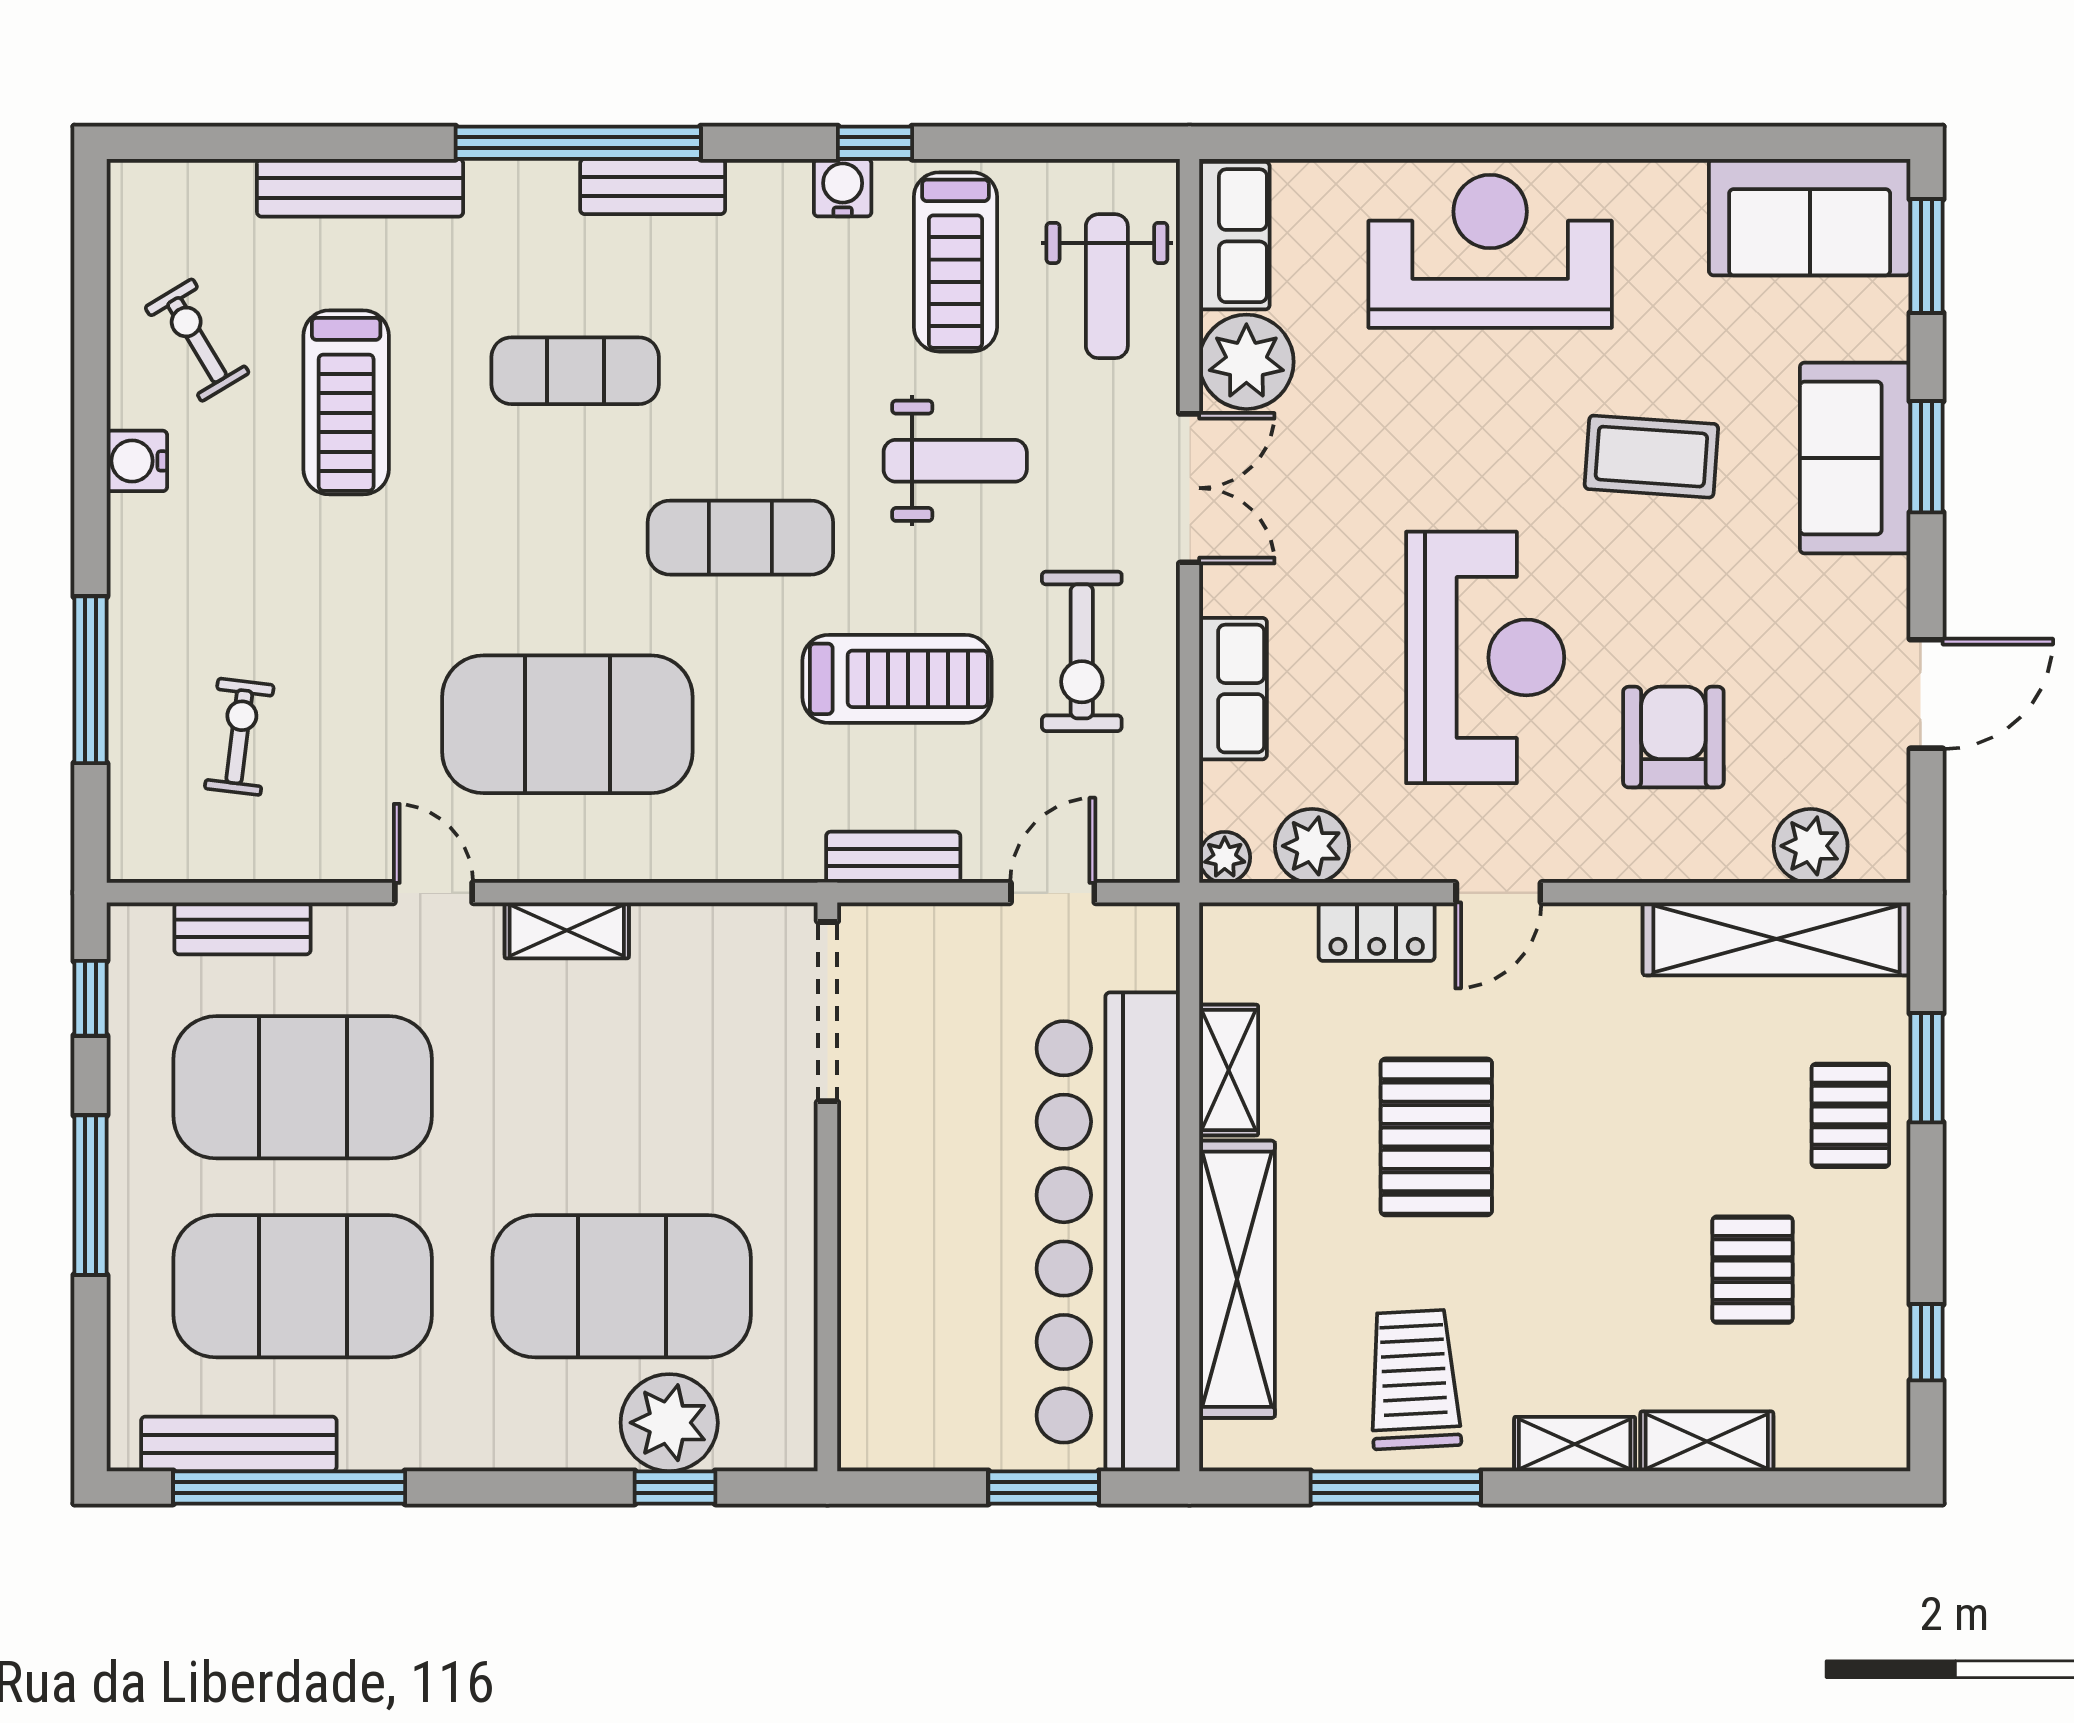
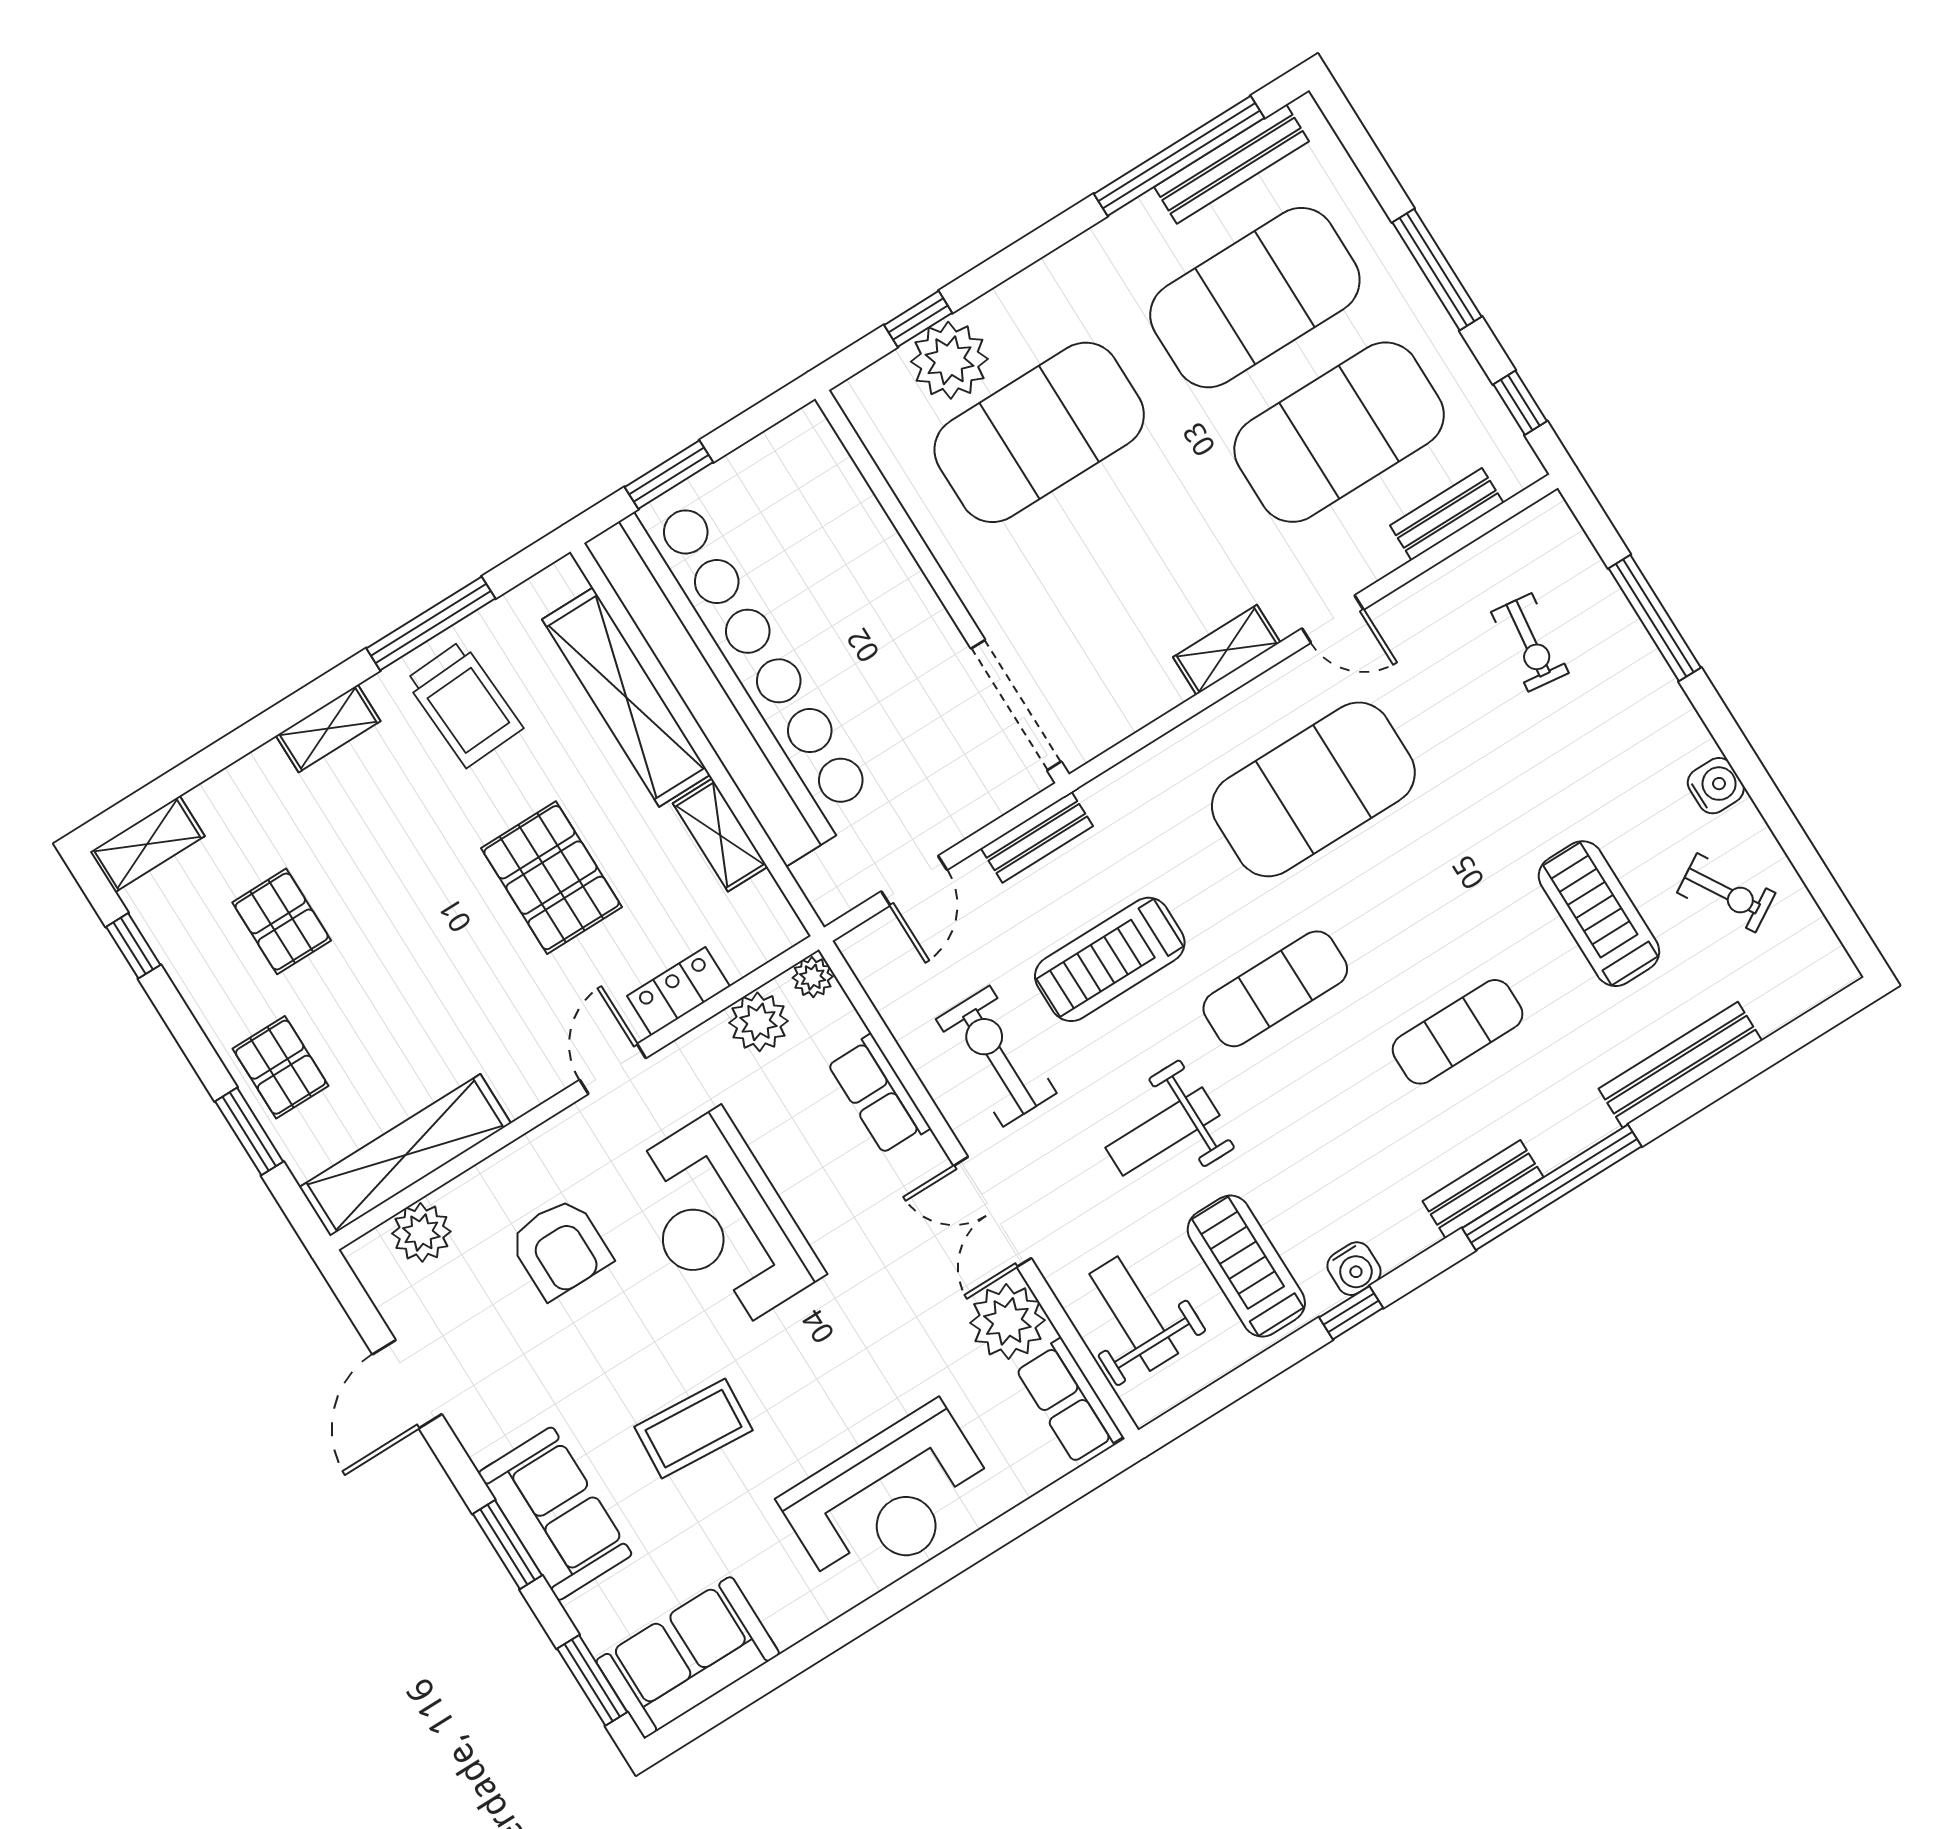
shelving: (1707, 1441) -> (147, 844), moved

